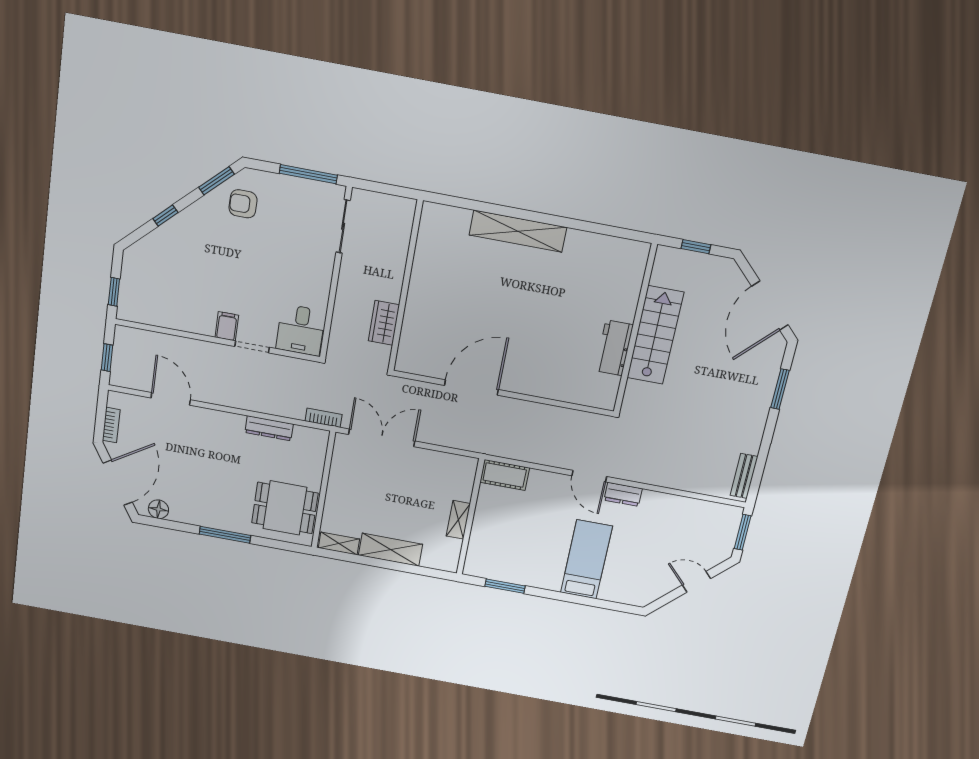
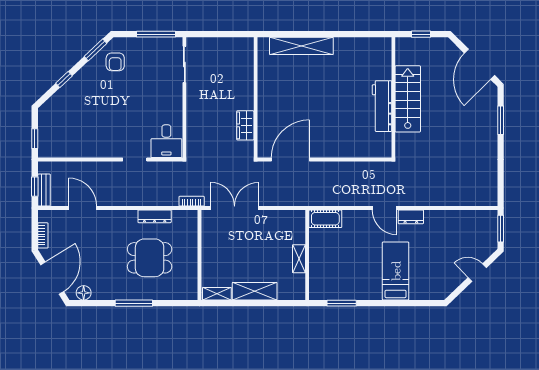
armchair: (243, 204) -> (115, 62), turned -90
wall: (405, 287) -> (256, 97), moved
wardrobe: (384, 323) -> (245, 125), moved
filing cabinet: (227, 326) -> (115, 148), removed
workbench: (614, 348) -> (382, 106), width x1.37
bench: (744, 476) -> (44, 190), moved
dining table: (285, 508) -> (150, 258), moved

